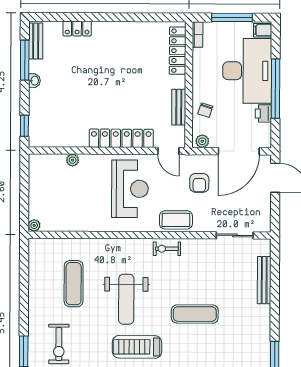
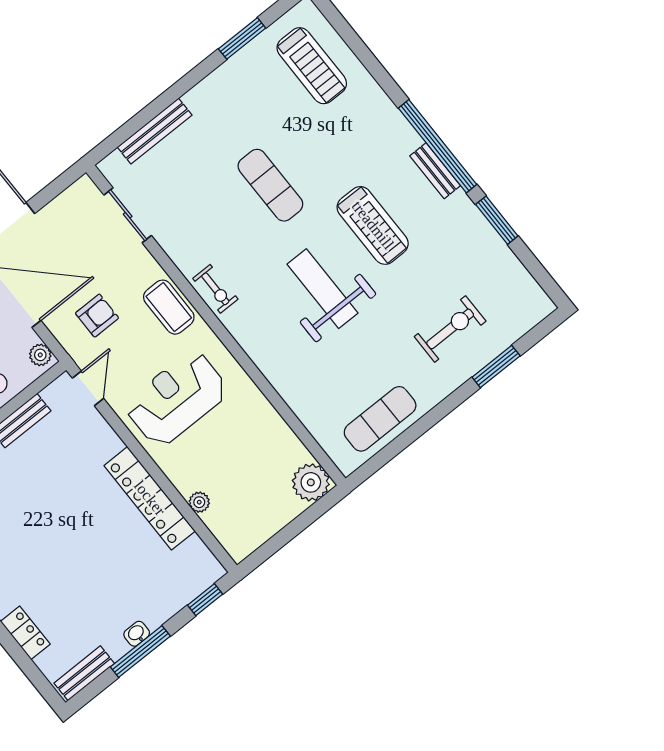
window: (25, 60) -> (140, 652), moved
locker: (121, 138) -> (150, 498), moved
plant: (34, 225) -> (311, 482), width x1.88, depth x1.88
exercise mat: (74, 284) -> (380, 419), moved
weight bench: (126, 299) -> (322, 289), turned -90

